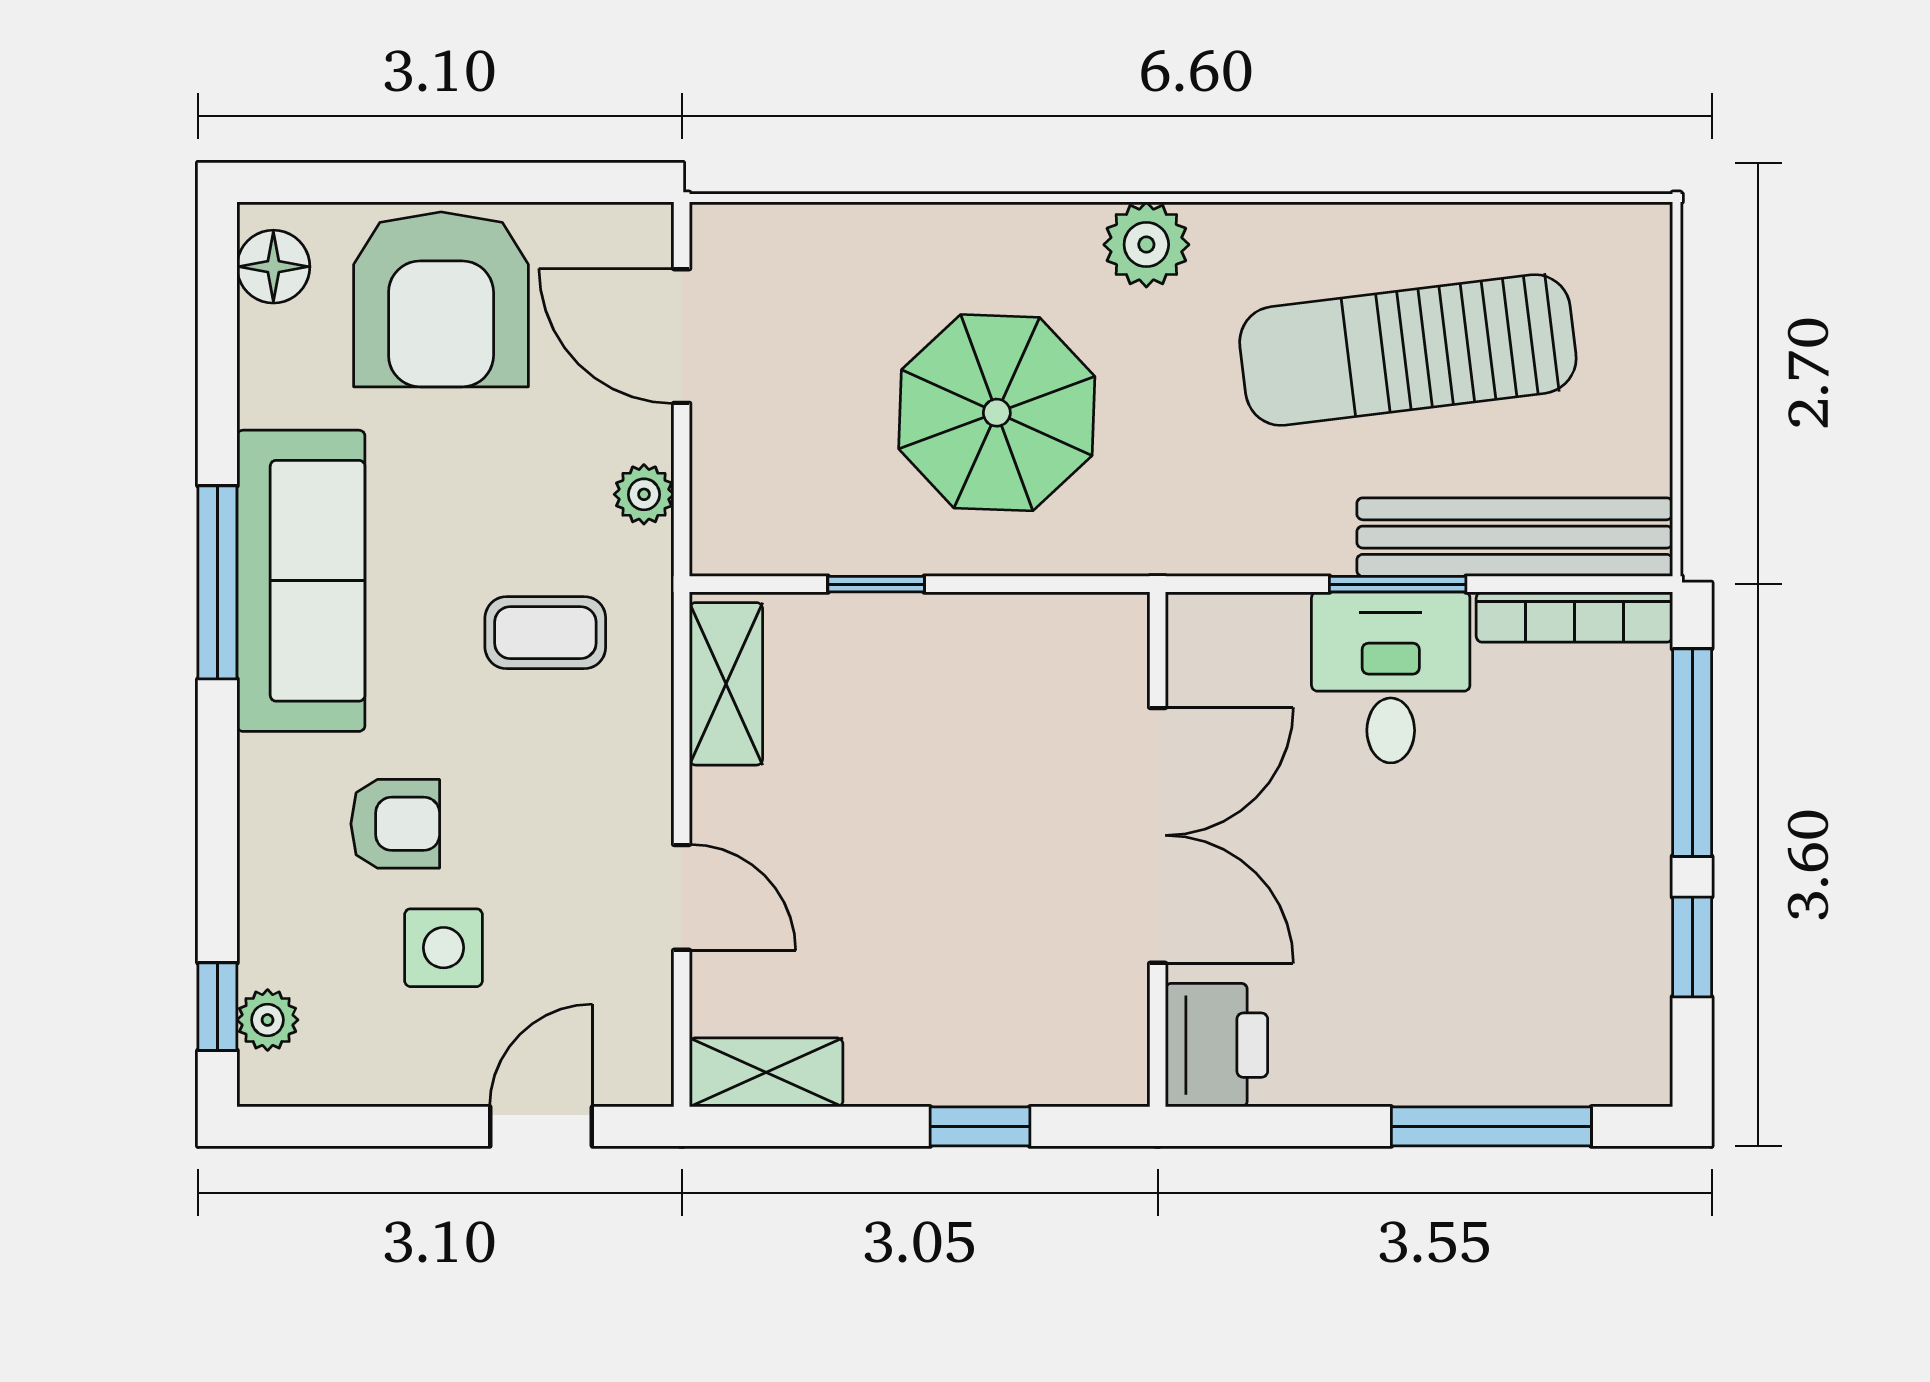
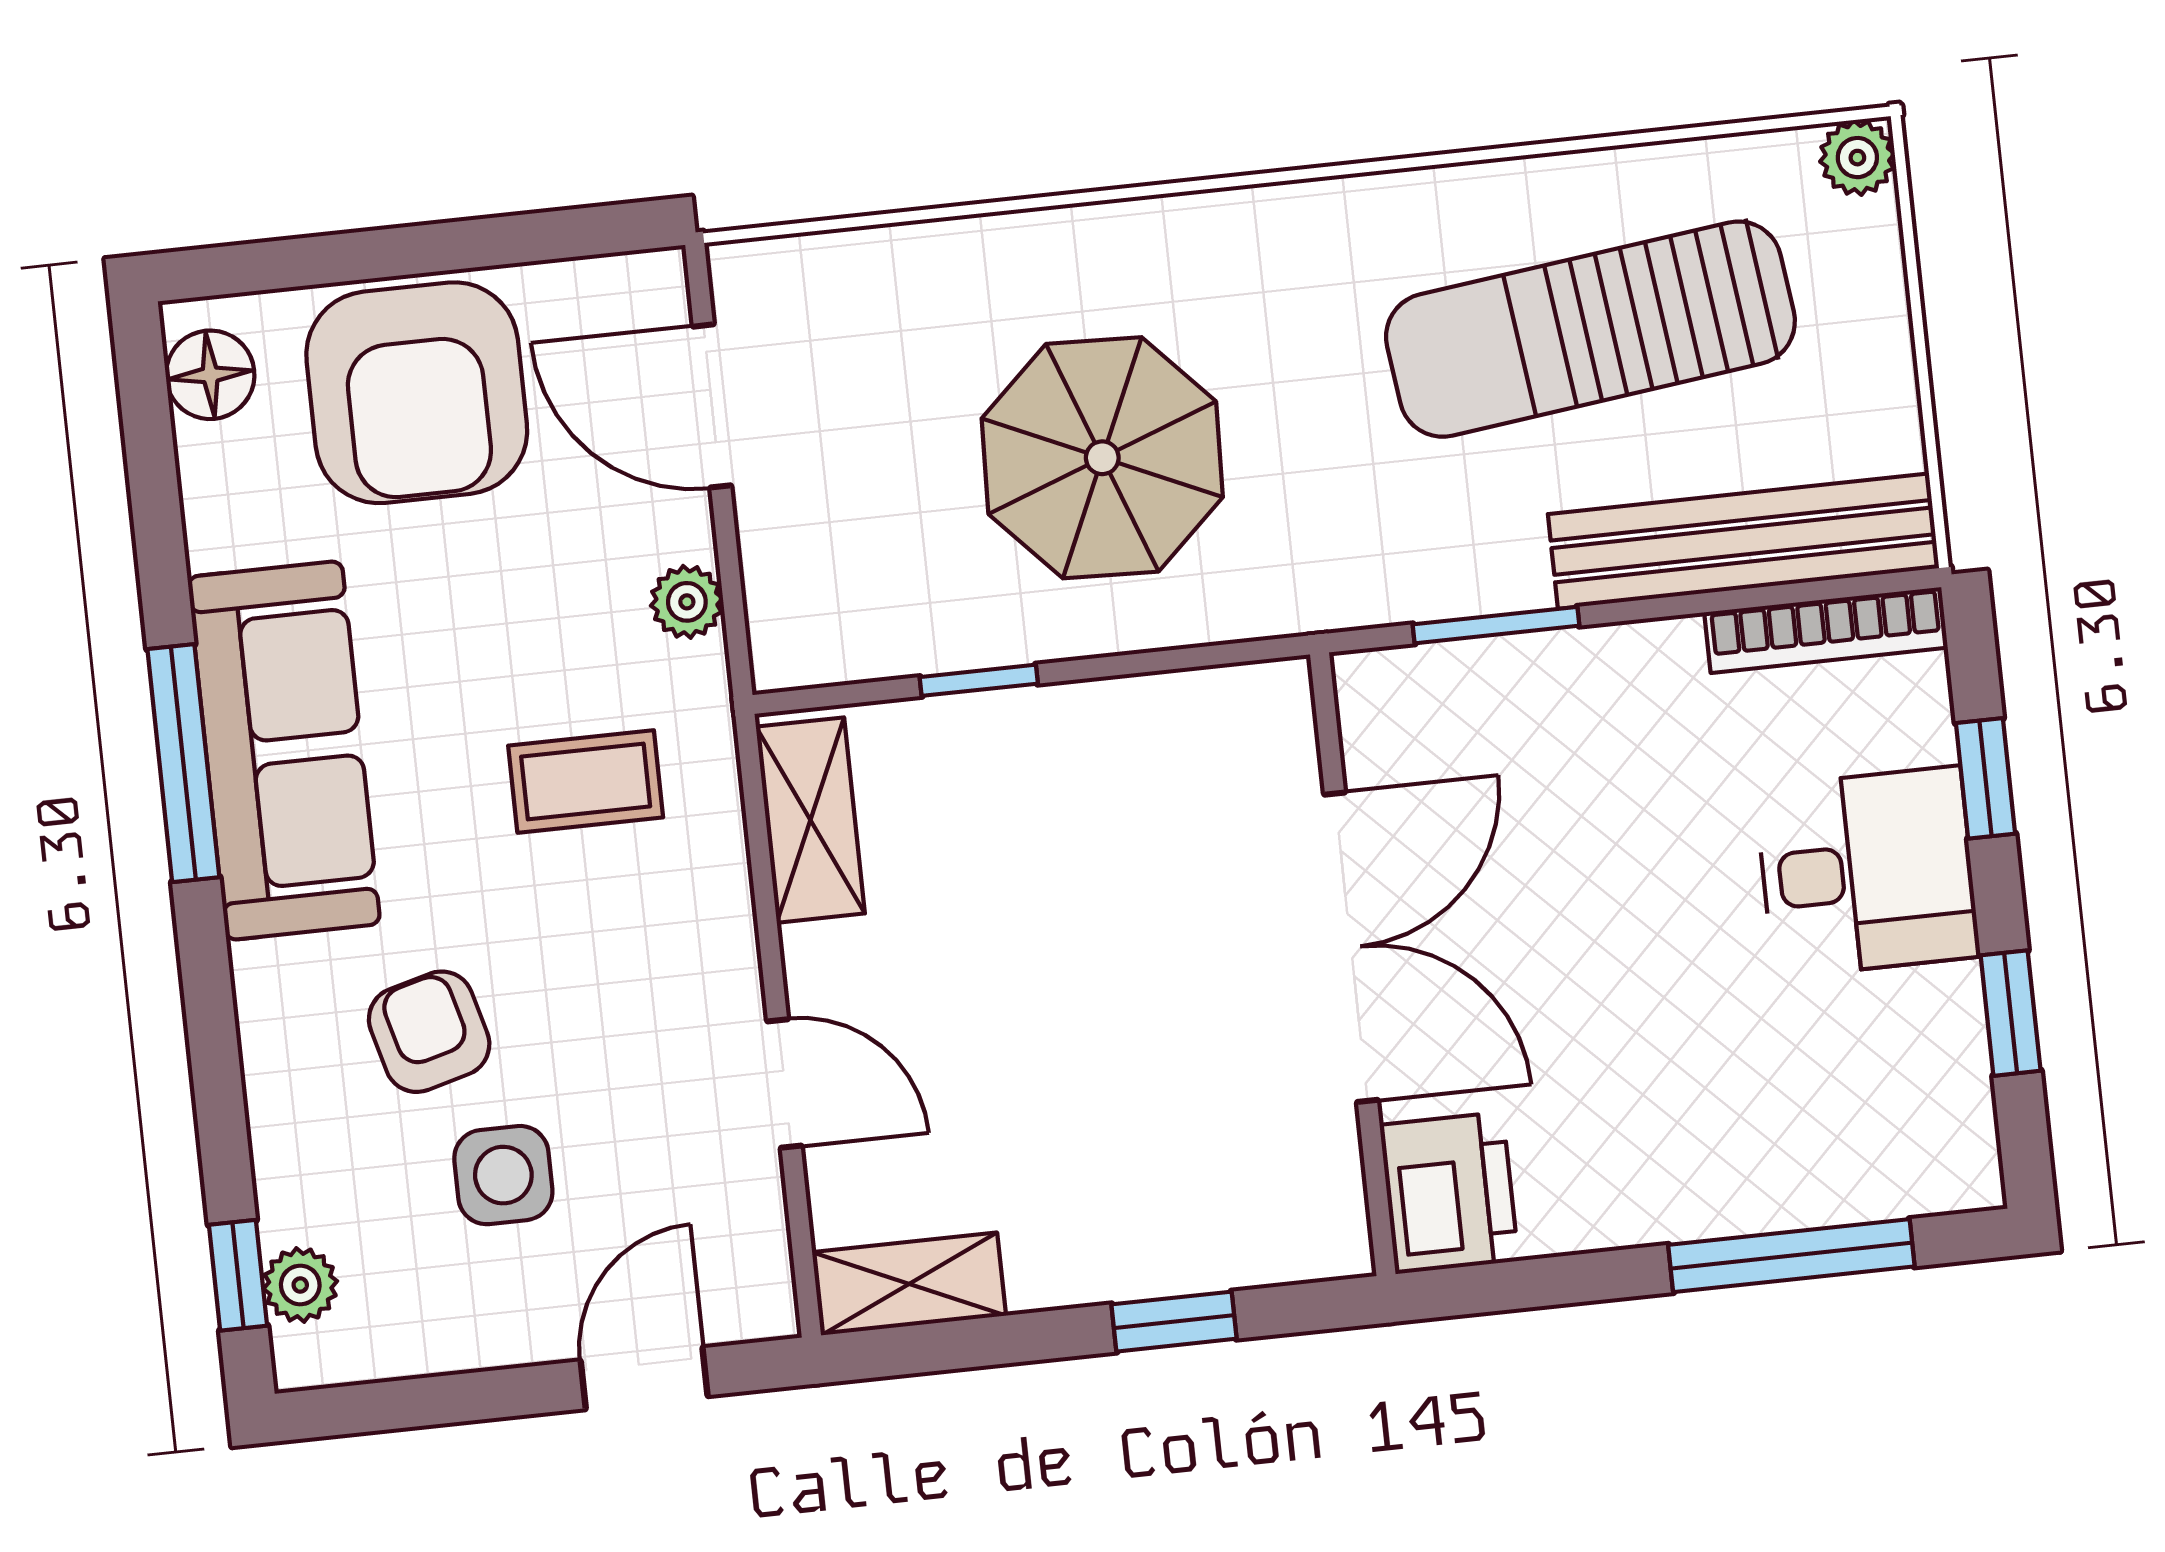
plant: (1146, 245) -> (1857, 158), moved, width x0.73, depth x0.73
window: (1398, 584) -> (1496, 625), moved
desk: (1391, 677) -> (1867, 872), moved, turned 90
window: (1692, 753) -> (1986, 778), width x0.46
armchair: (395, 824) -> (429, 1032), turned -105

